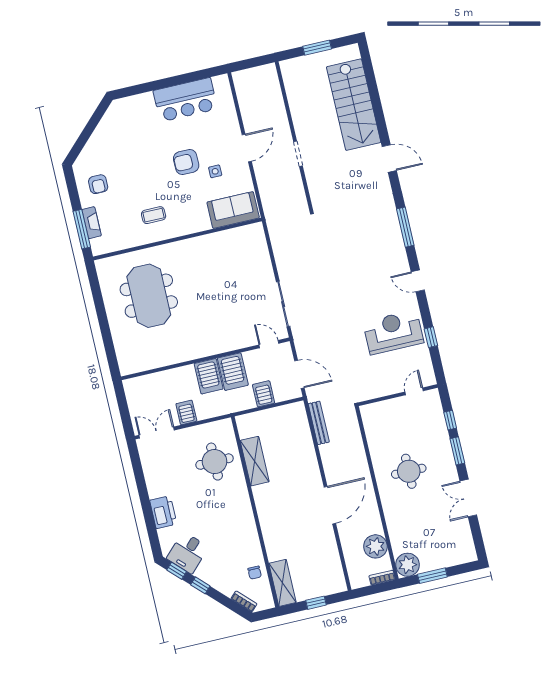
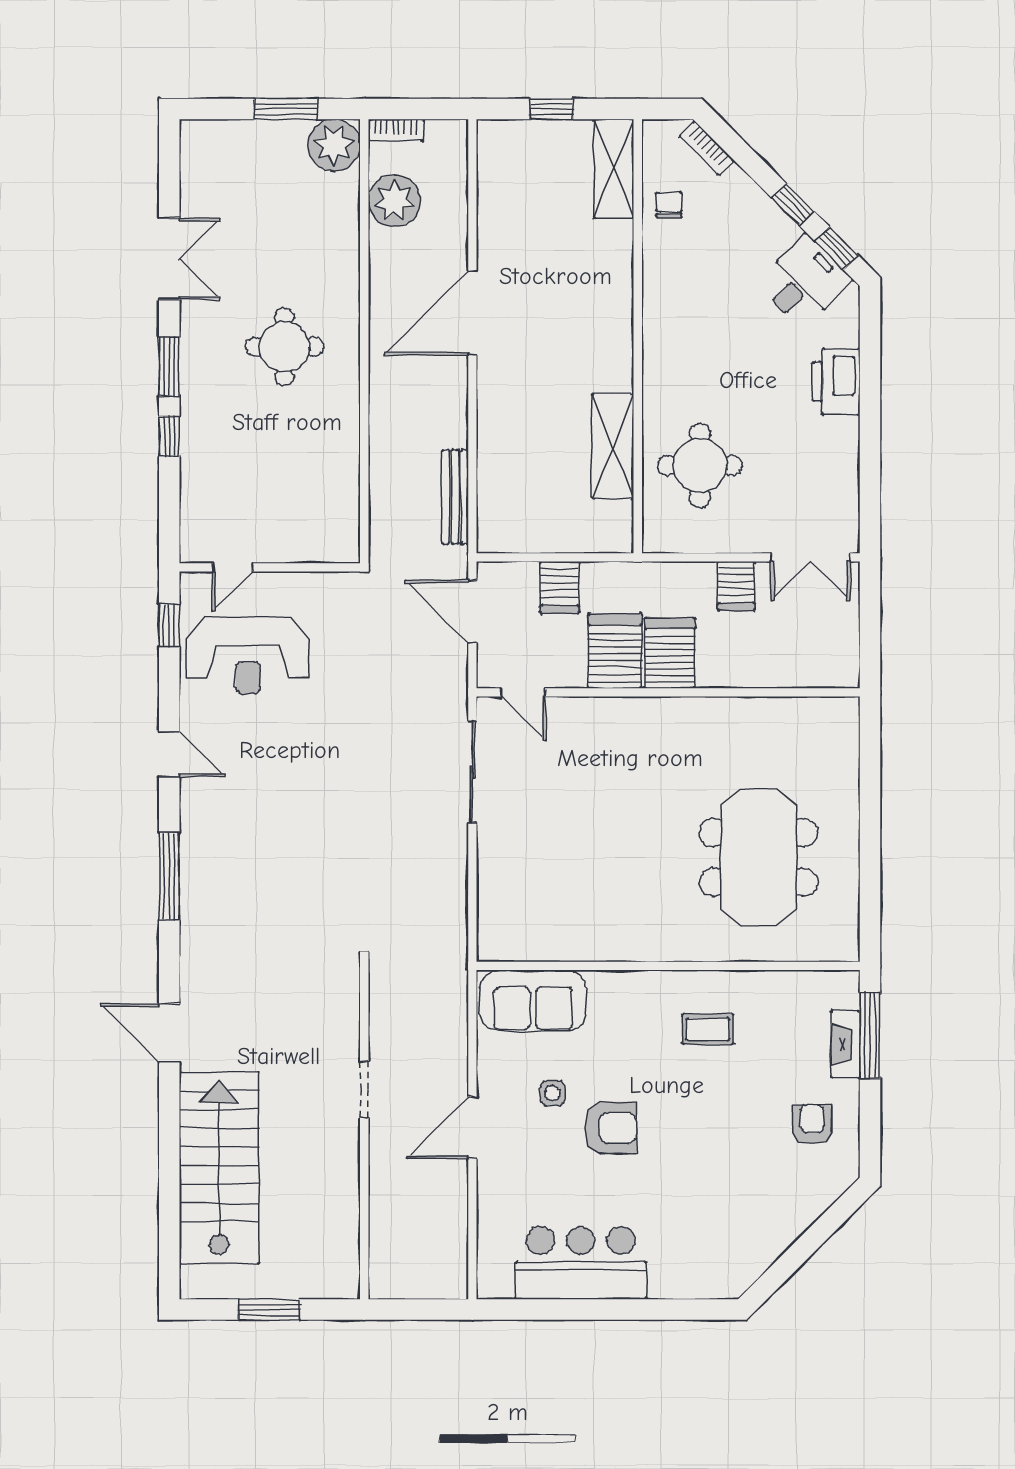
door: (414, 391) -> (233, 567), moved
wall: (398, 395) -> (270, 567), moved

